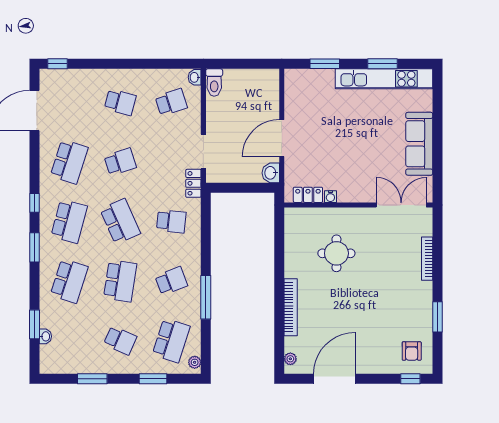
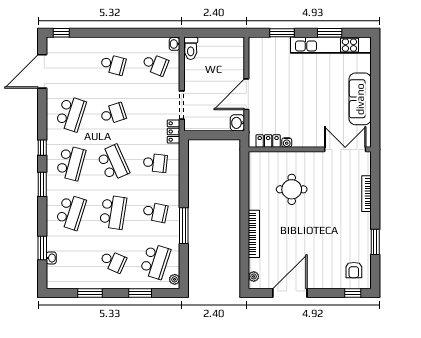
school desk: (171, 102) -> (155, 64), turned 39
school desk: (171, 281) -> (155, 212), turned 33

